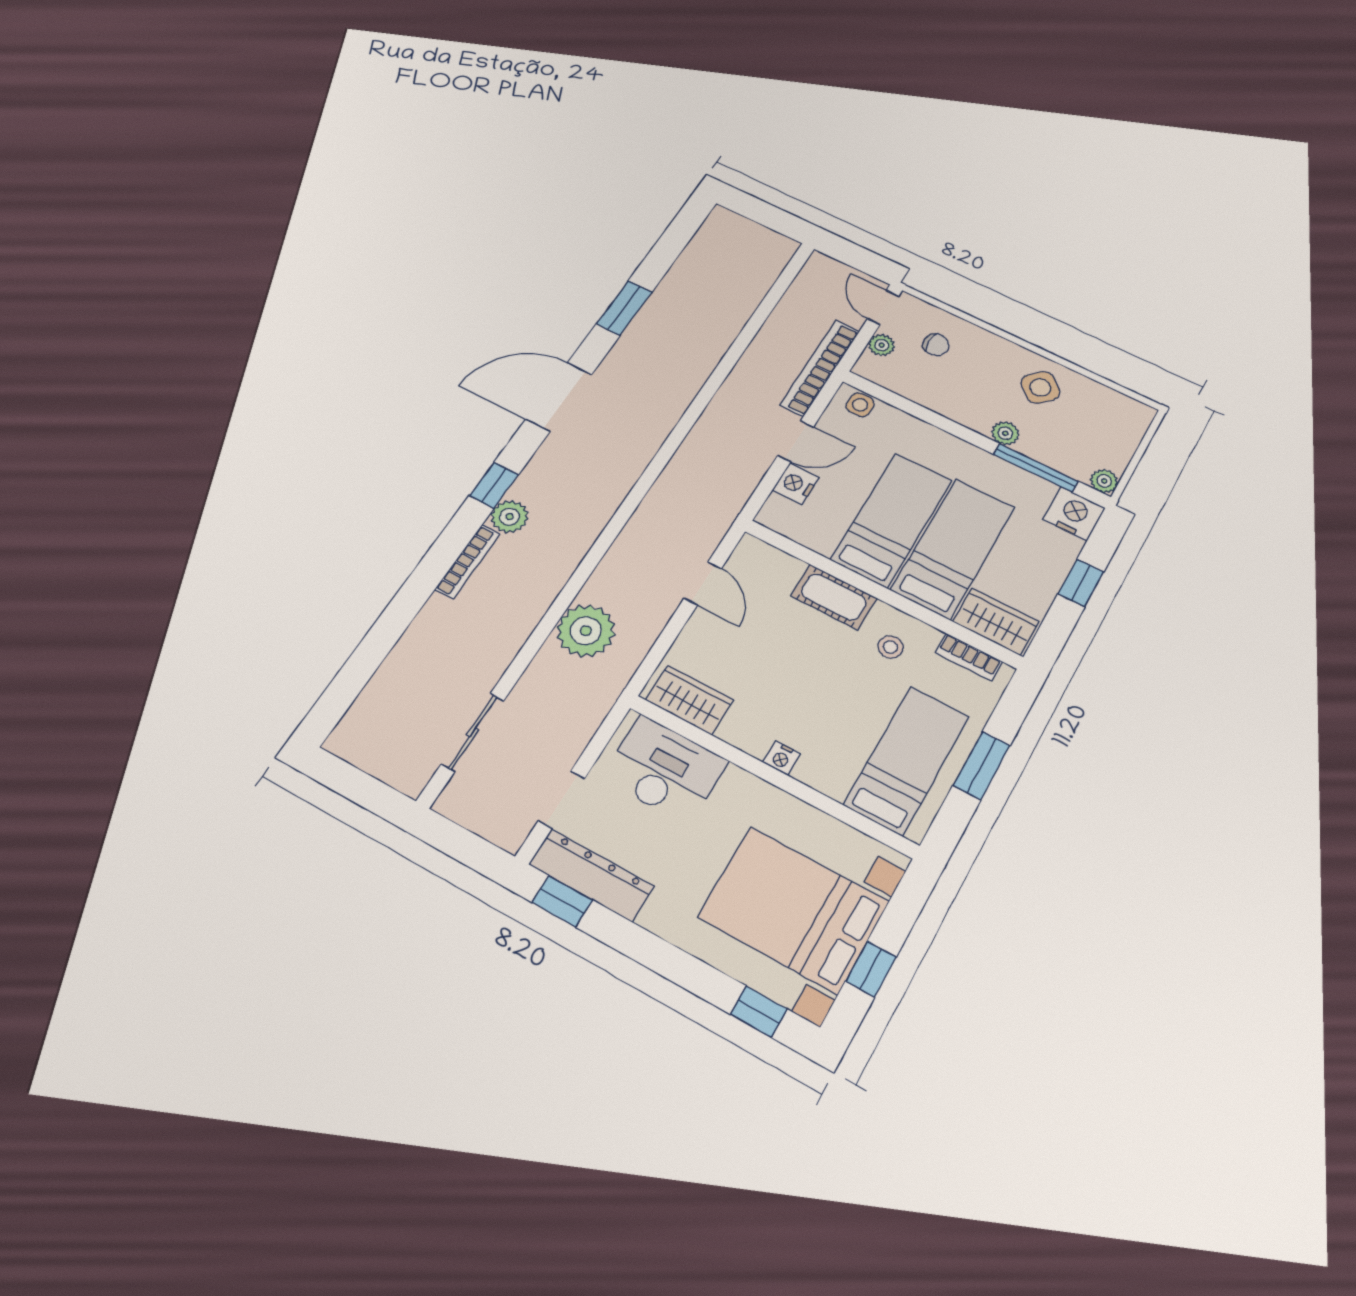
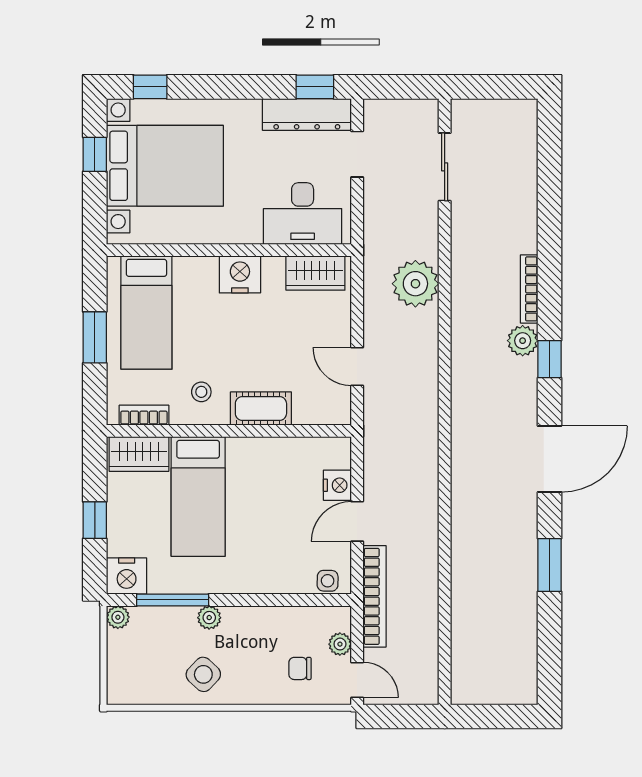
bed: (892, 520) -> (254, 495), removed
nightstand: (782, 758) -> (240, 274), width x1.89, depth x1.79

